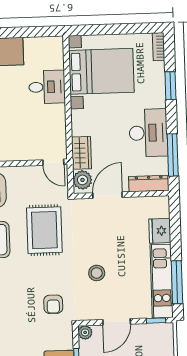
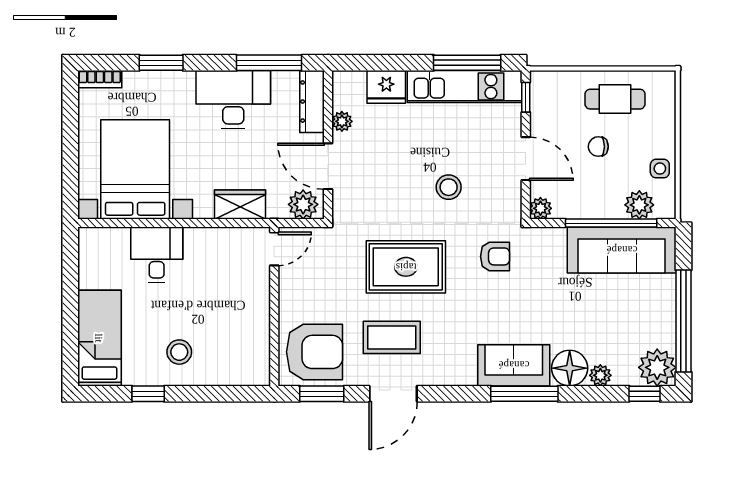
wardrobe: (81, 153) -> (240, 205), moved
plant: (137, 203) -> (342, 121), added
rug: (44, 230) -> (406, 267), moved

